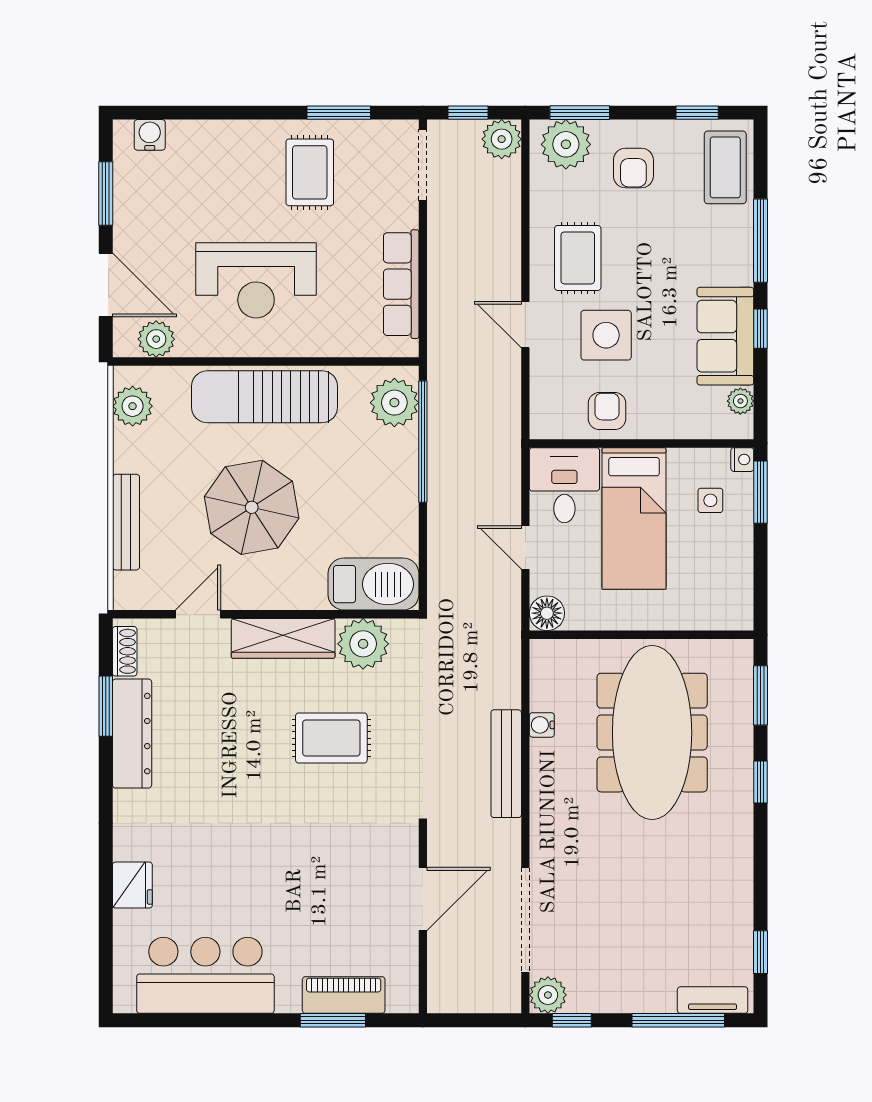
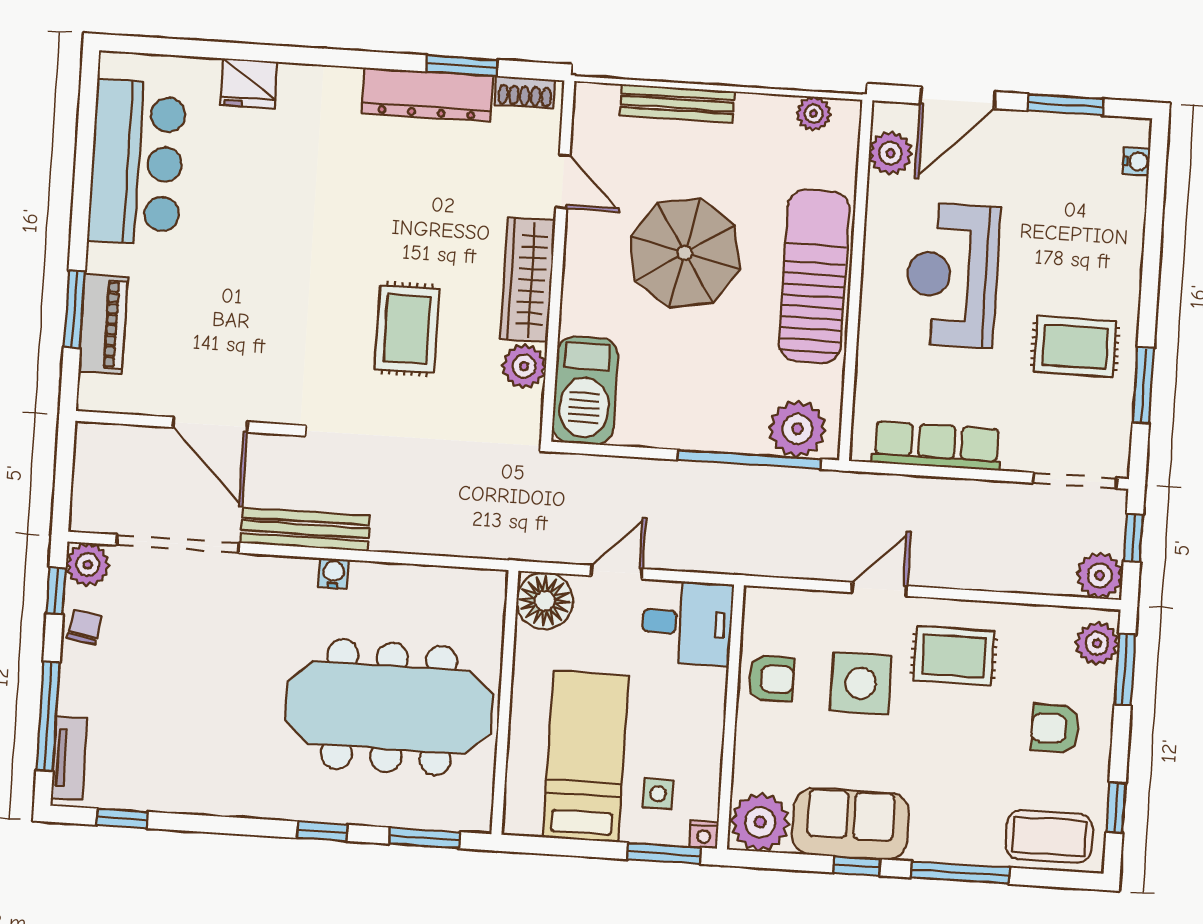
water cooler: (150, 135) -> (1136, 161), width x0.72, depth x0.72
plant: (566, 144) -> (1097, 643), width x0.73, depth x0.73
plant: (740, 401) -> (760, 822), width x1.88, depth x1.88
plant: (133, 406) -> (814, 114), width x0.73, depth x0.73
bed: (634, 518) -> (586, 756), moved, turned 90
floor lamp: (547, 613) -> (545, 601), width x1.38, depth x1.38
plant: (363, 644) -> (524, 366), width x0.73, depth x0.73
water cooler: (542, 725) -> (333, 573), moved
bench: (506, 764) -> (305, 529), moved
chair: (601, 994) -> (84, 627), added

